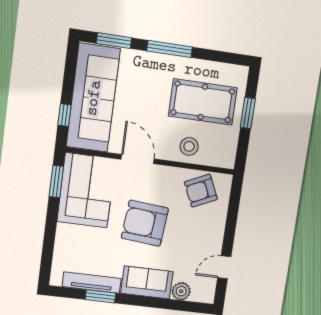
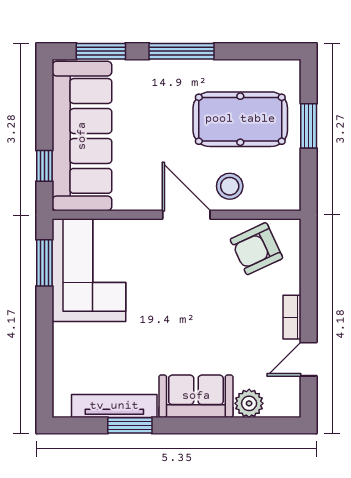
door: (138, 159) -> (186, 215), moved
armchair: (145, 223) -> (181, 308), removed
bookcase: (218, 239) -> (292, 317), added

